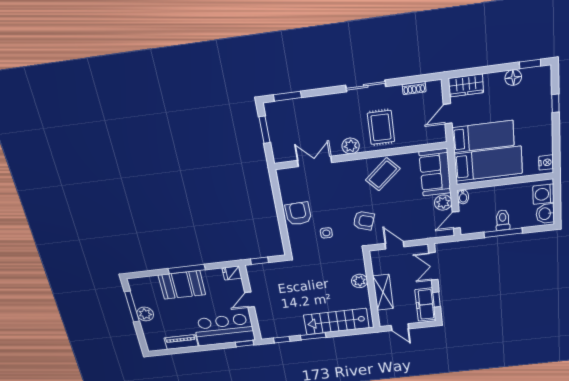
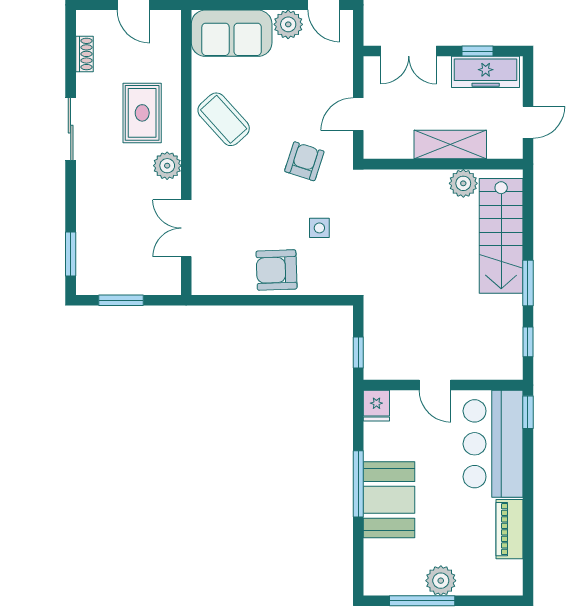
rug: (381, 127) -> (142, 113), turned 90
plant: (359, 281) -> (463, 183), moved

